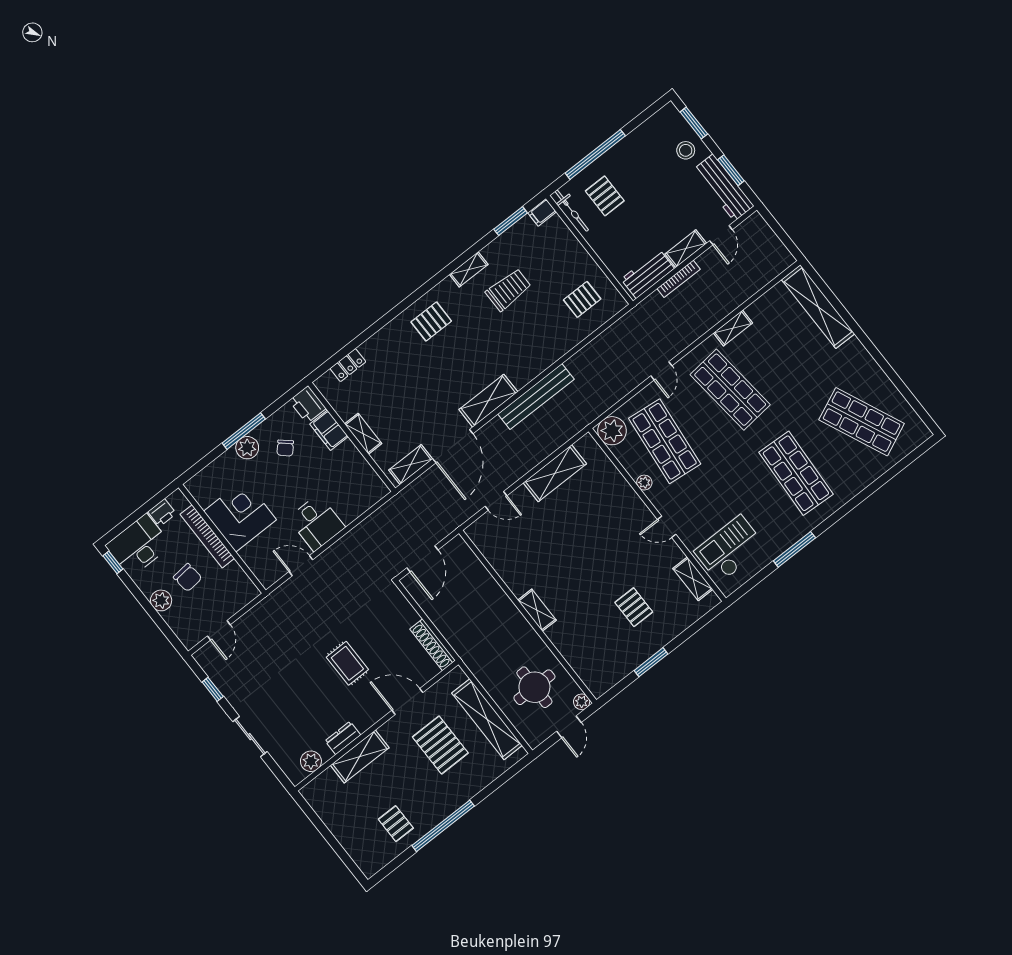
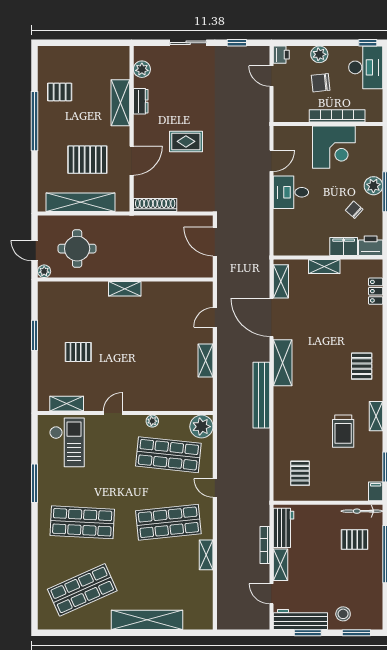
shelving: (818, 307) -> (147, 620), moved
shelving: (555, 473) -> (206, 360), width x0.67, depth x0.75
printer: (162, 513) -> (281, 55), moved, turned 180

